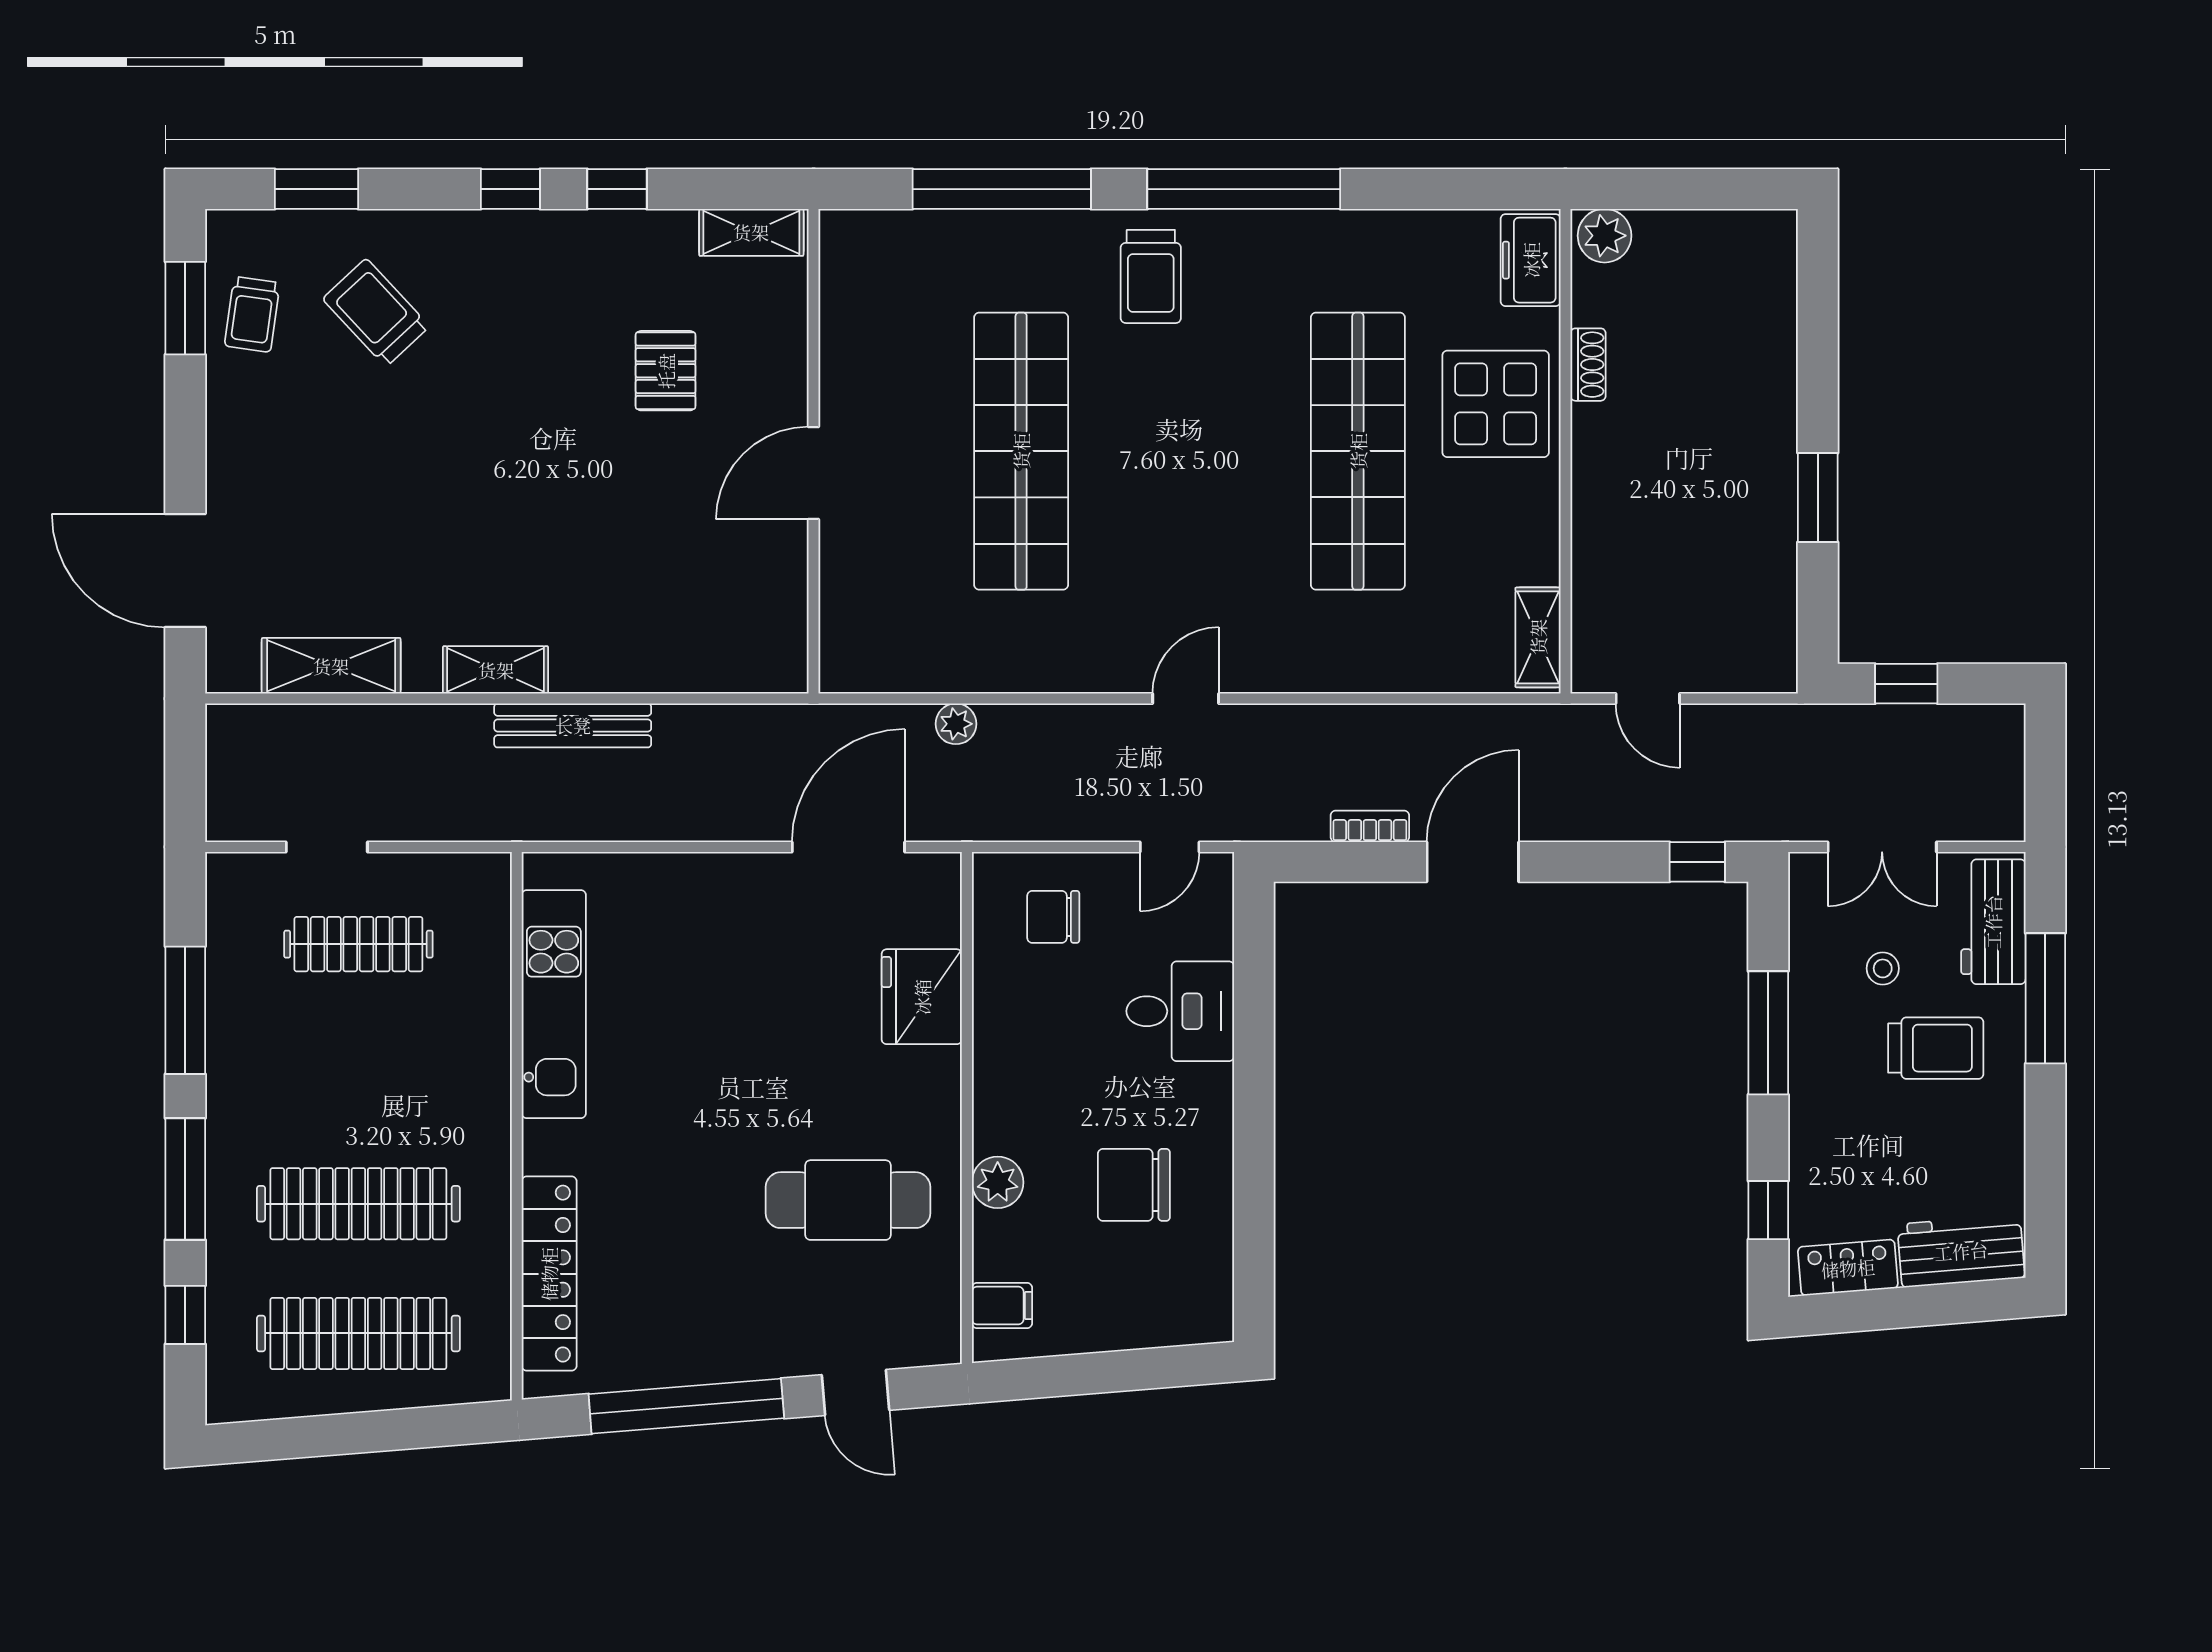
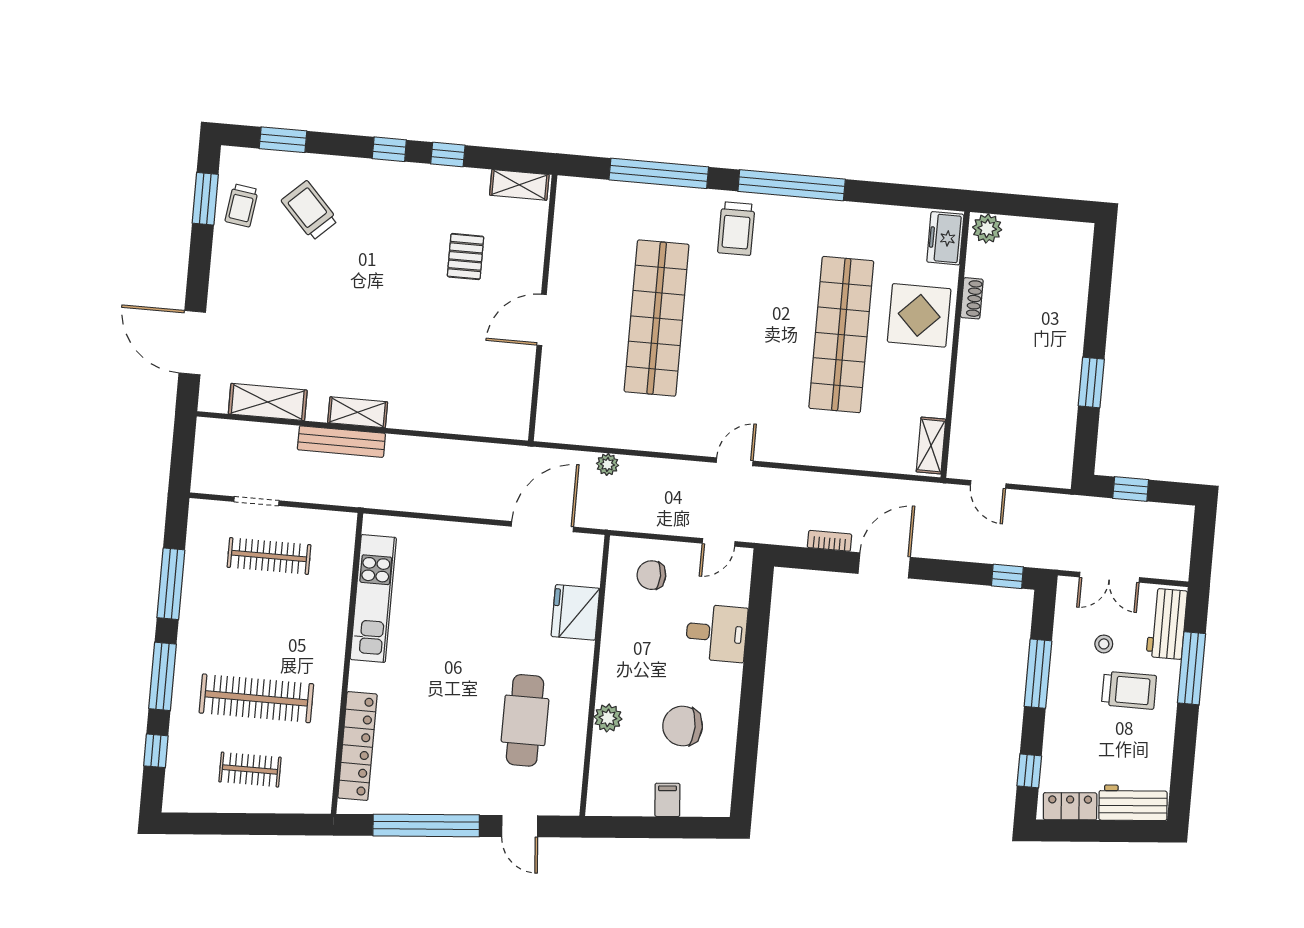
bench: (573, 725) -> (341, 442), moved
cafe table: (848, 1200) -> (525, 720), turned 90
filing cabinet: (1002, 1305) -> (667, 800), moved, turned -95
clothes rail: (358, 1333) -> (250, 770), width x0.54, depth x0.76

